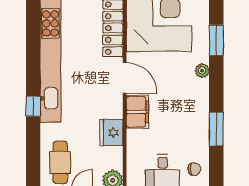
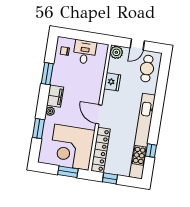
window: (33, 106) -> (151, 151), moved
filing cabinet: (138, 112) -> (55, 96), moved, turned 180

